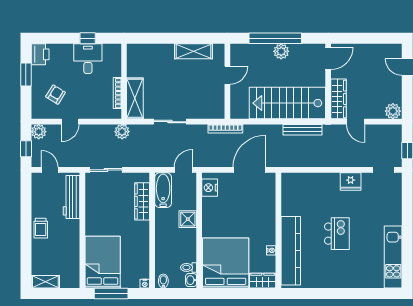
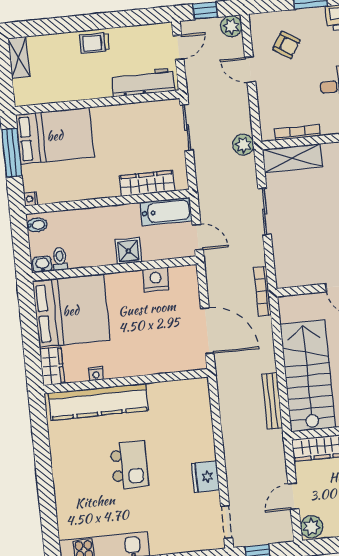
door: (355, 122) -> (293, 496), moved
nightstand: (210, 188) -> (156, 279), moved
kitchen island: (337, 234) -> (129, 465), turned -90

